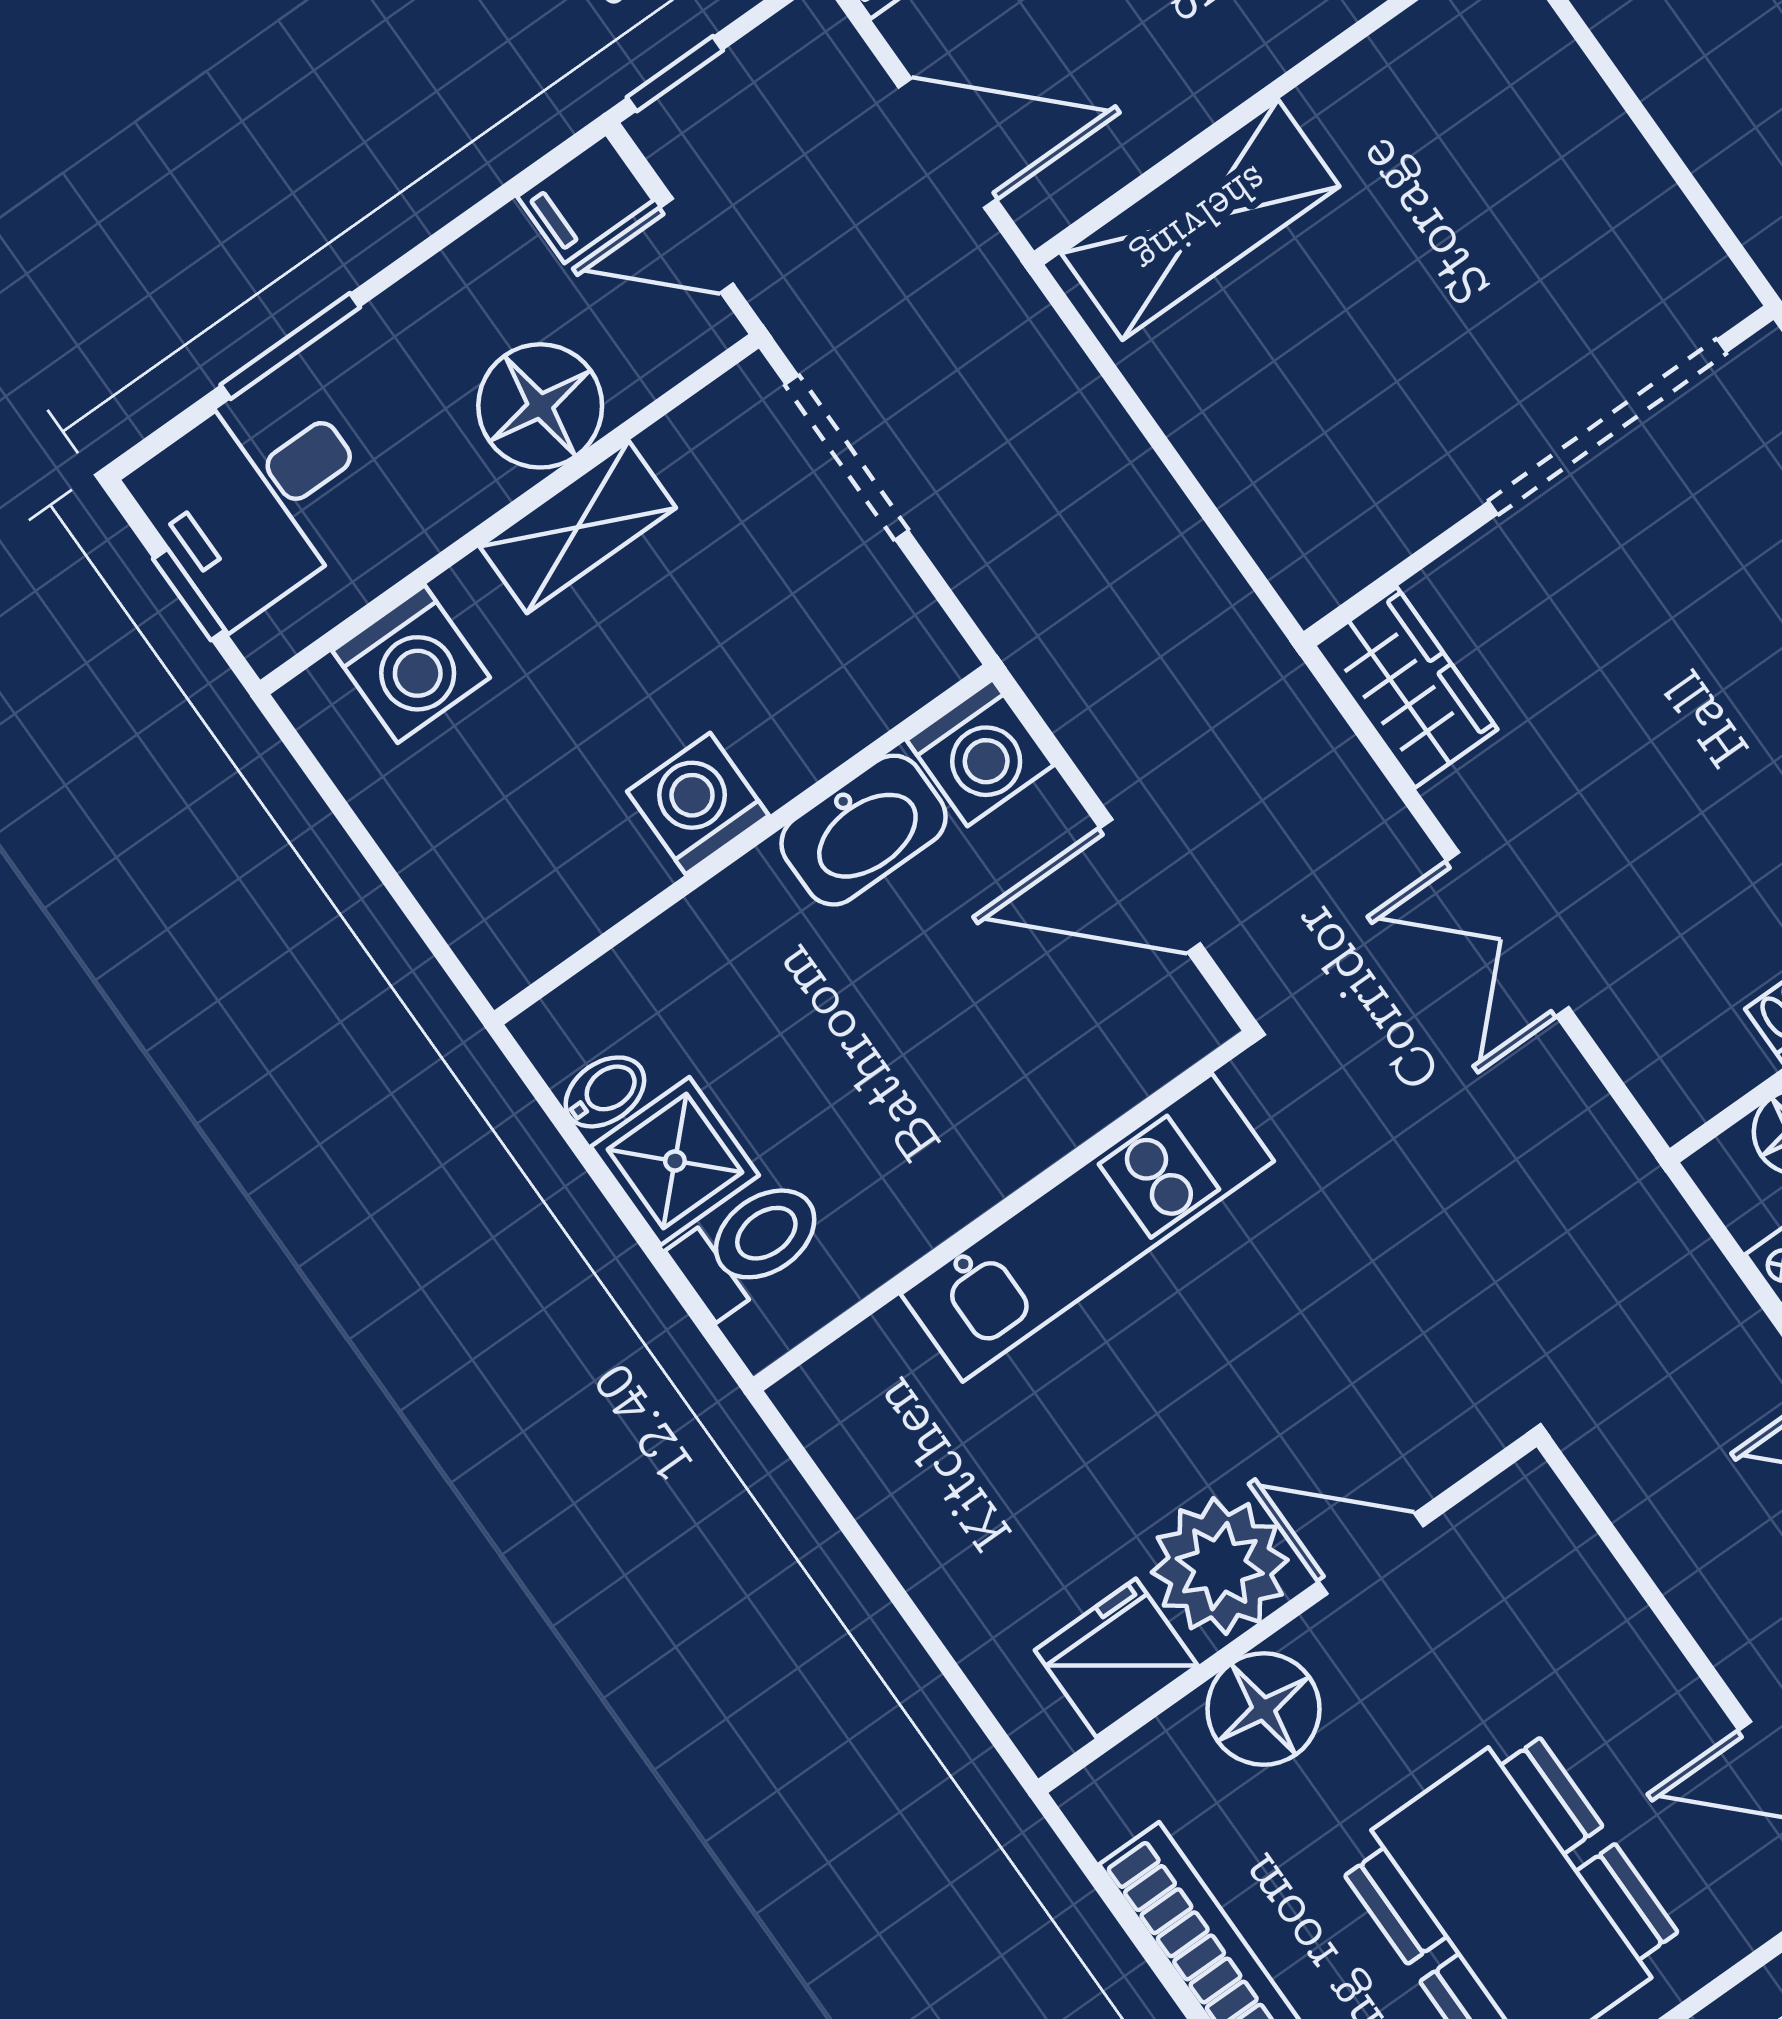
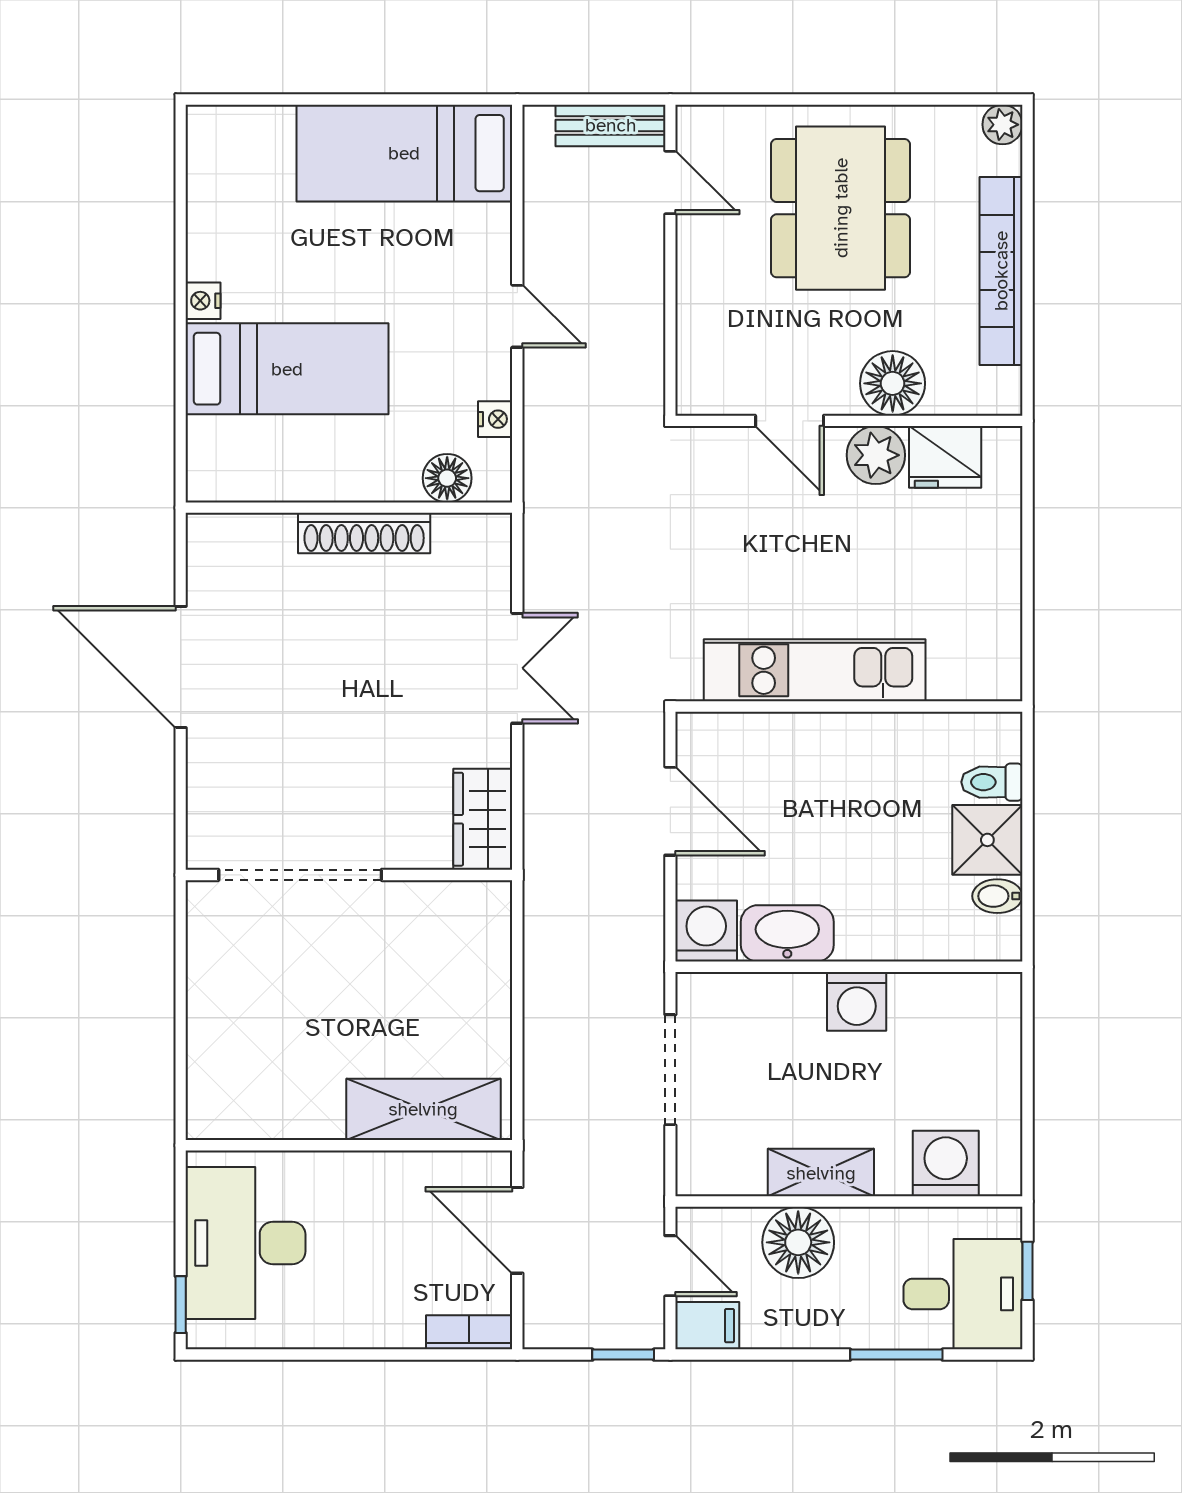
doorway: (847, 457) -> (670, 1070), moved
toilet: (750, 1245) -> (992, 782), width x0.73, depth x0.72
plant: (1220, 1566) -> (876, 455), width x0.73, depth x0.73

